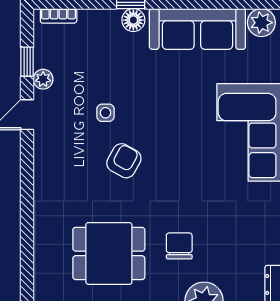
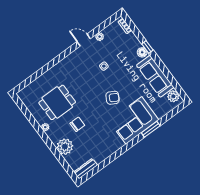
window: (27, 62) -> (102, 27), removed
armchair: (124, 161) -> (113, 98), moved
dining table: (109, 253) -> (57, 102), turned 90

